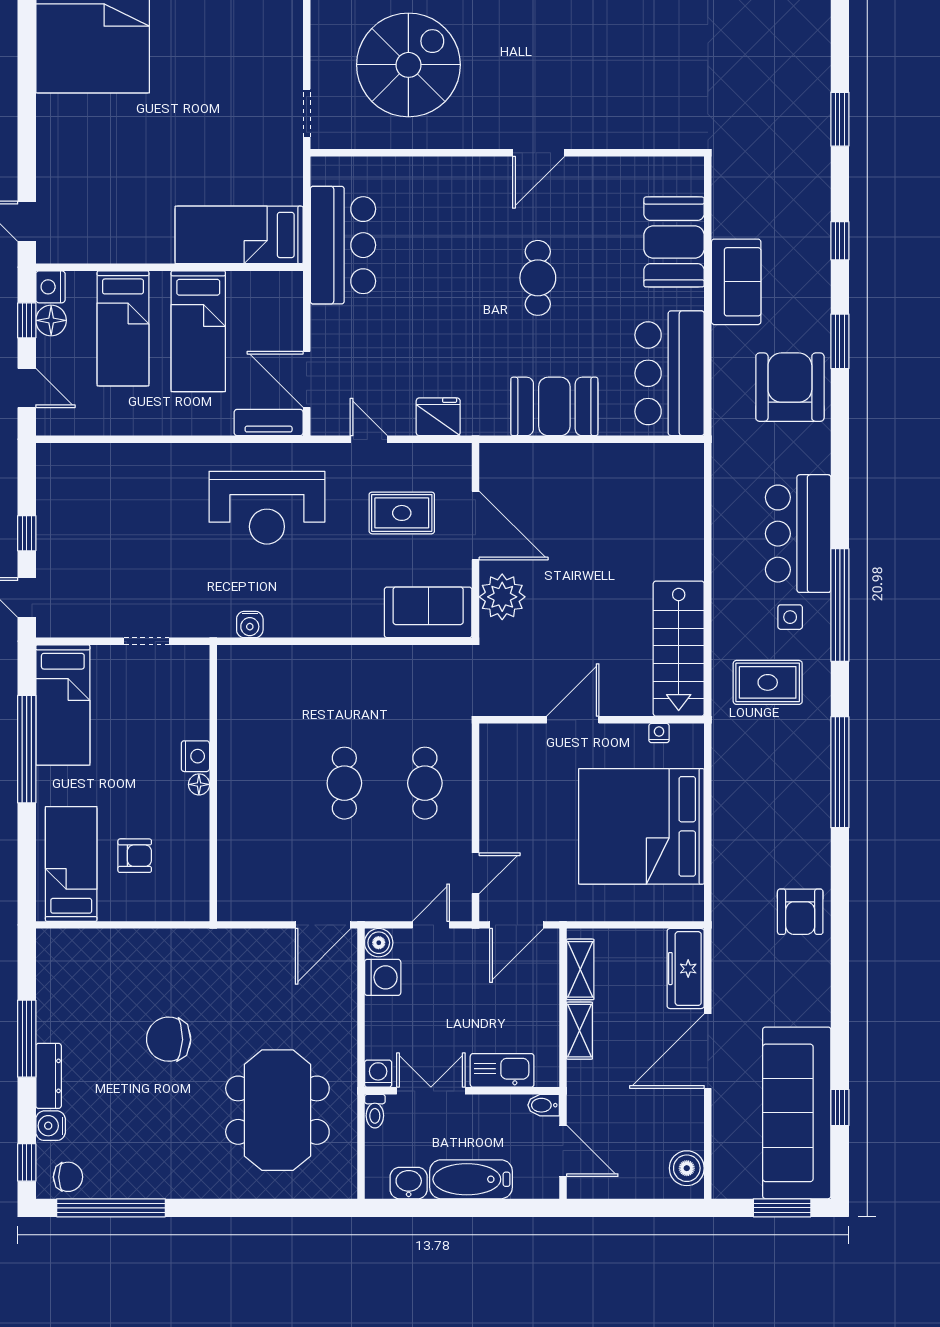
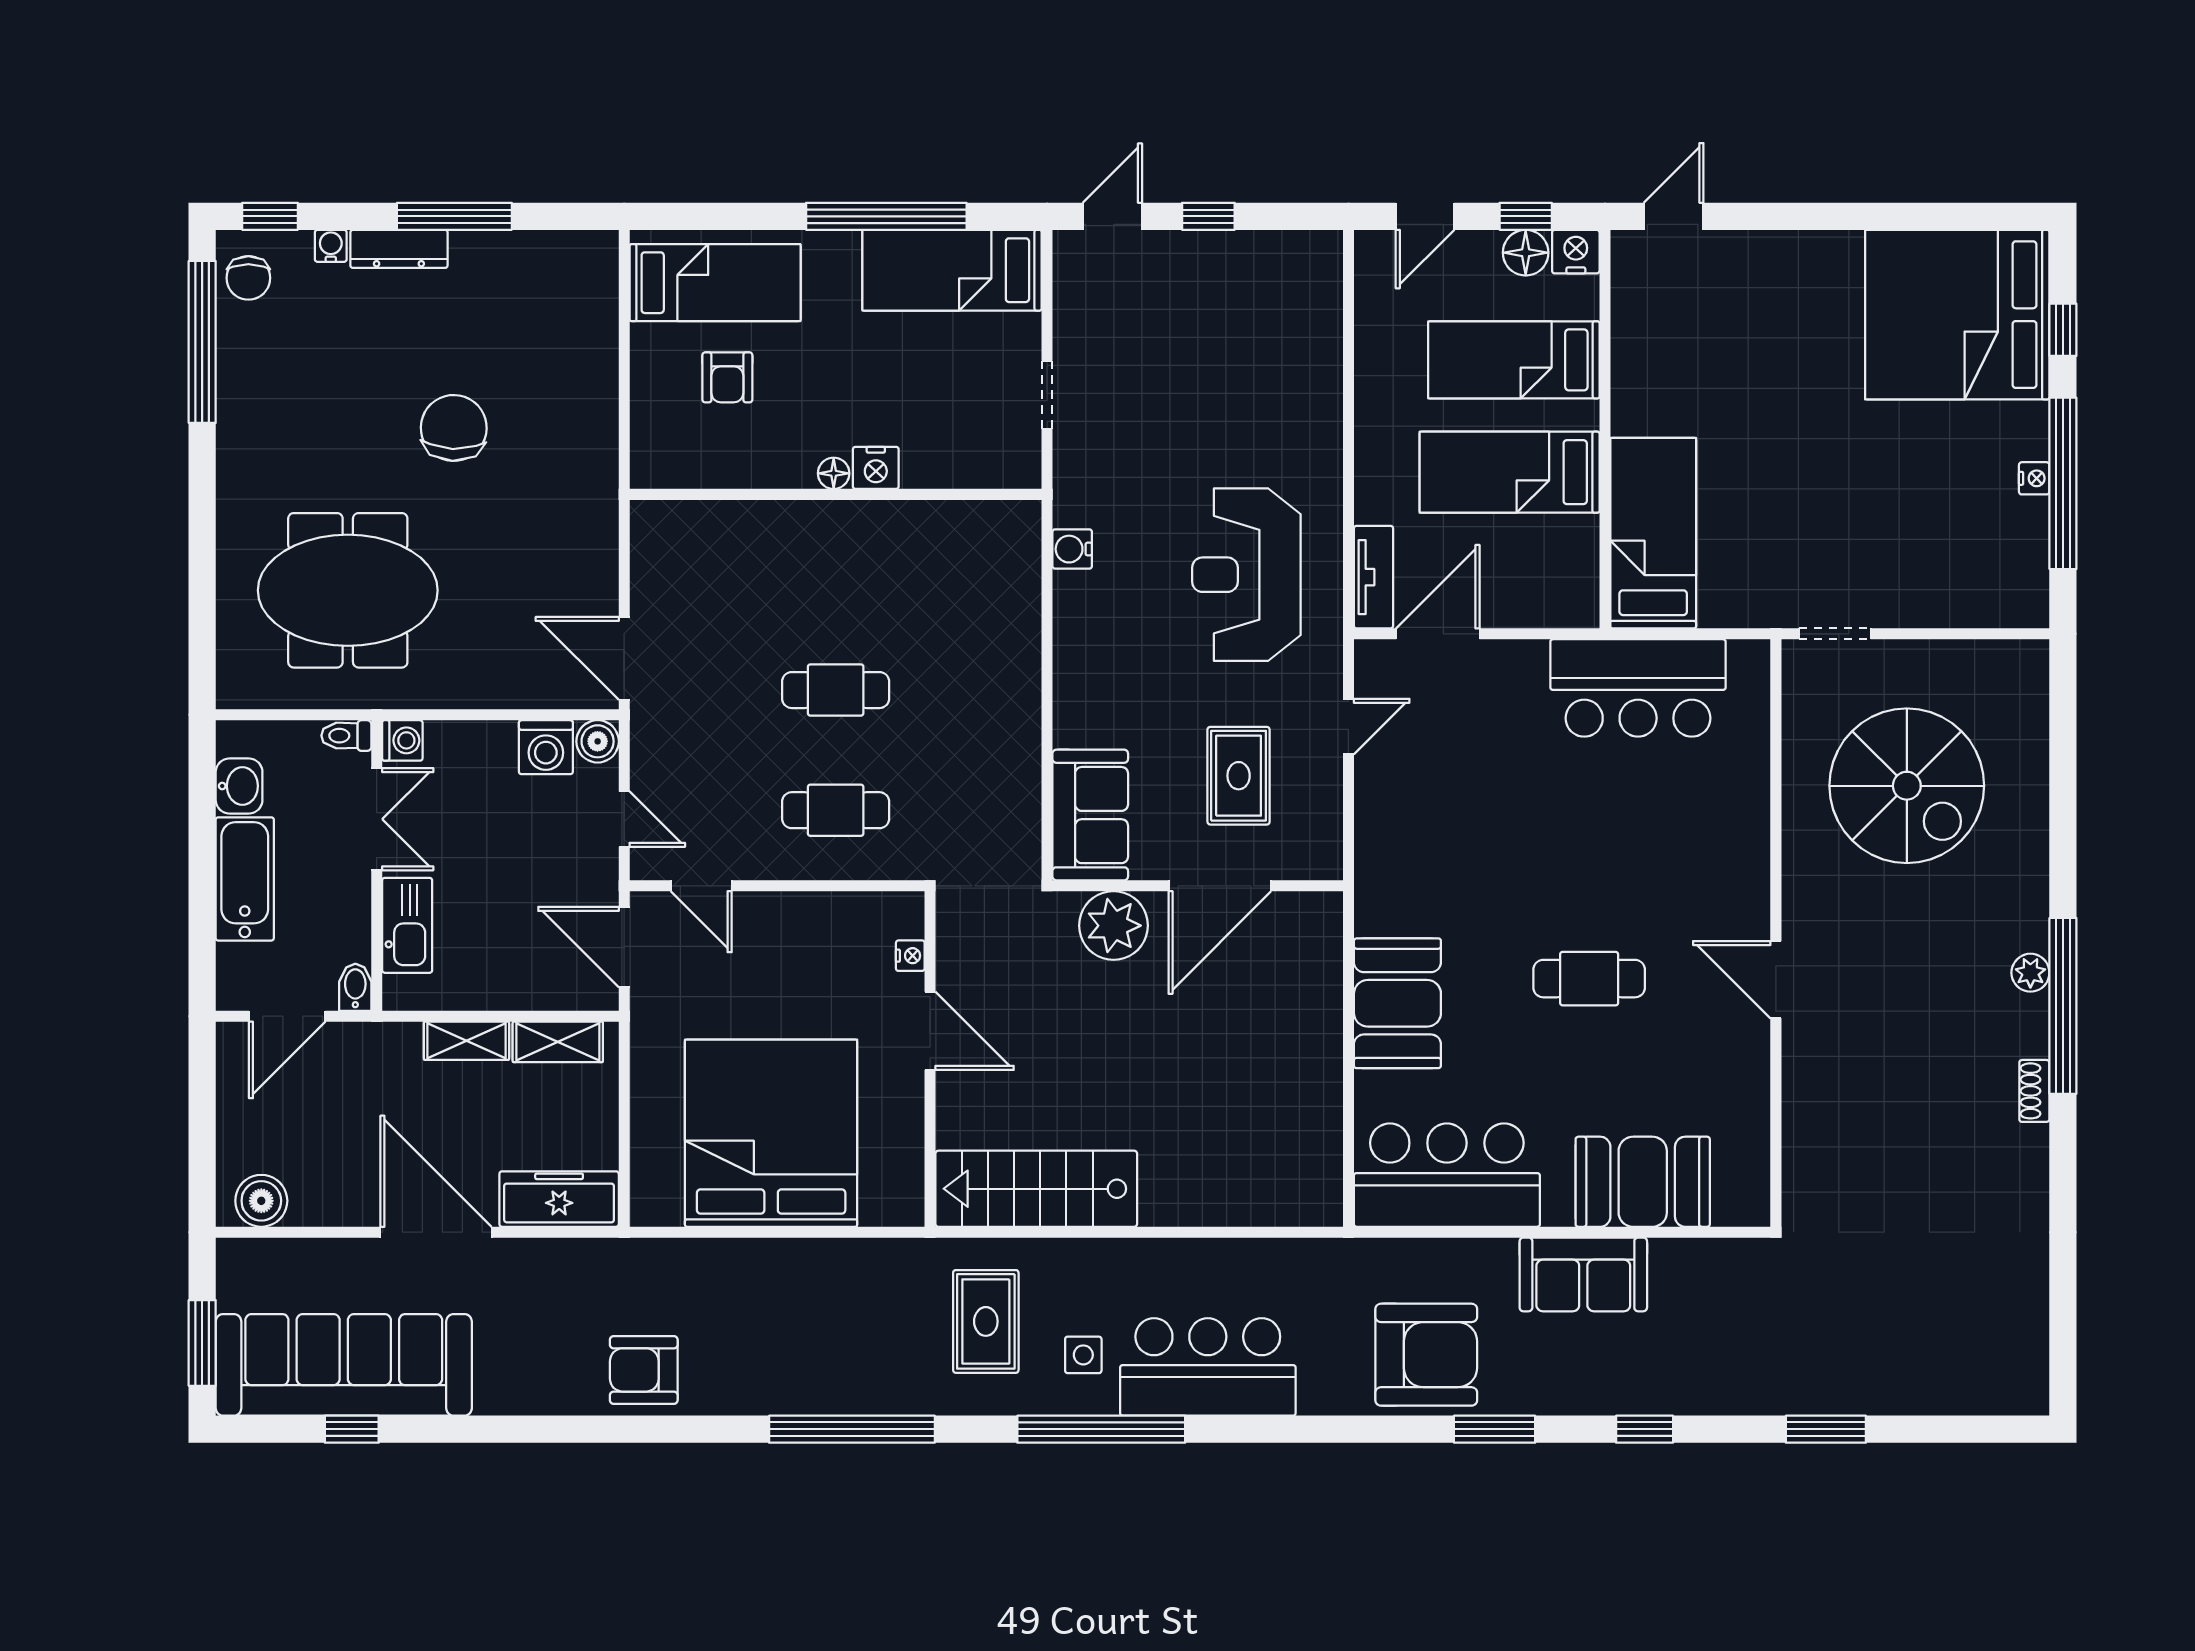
fridge: (438, 417) -> (1382, 830), removed
nightstand: (659, 733) -> (910, 956), moved
water cooler: (51, 1126) -> (331, 246), width x0.72, depth x0.72

